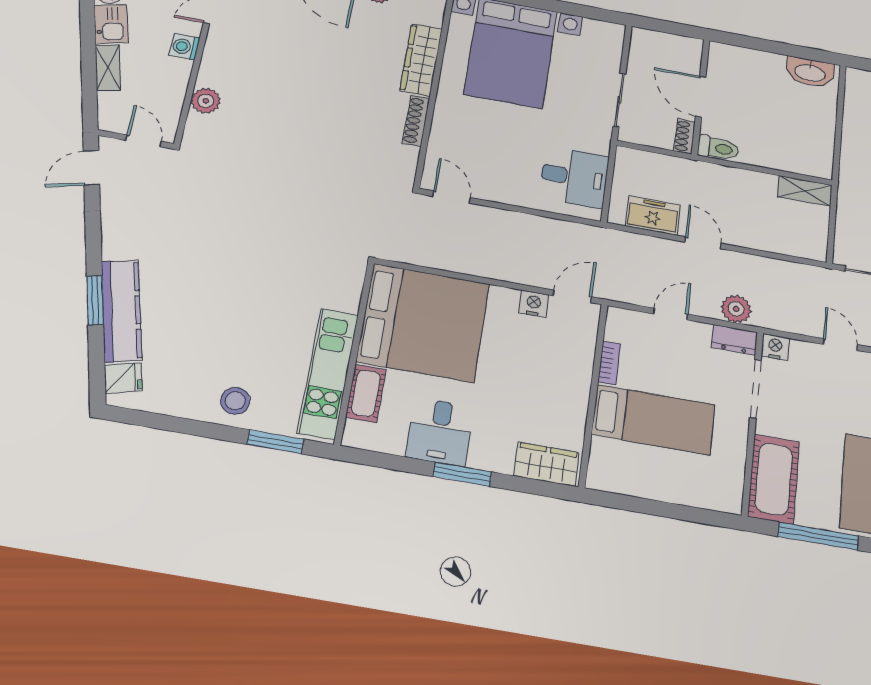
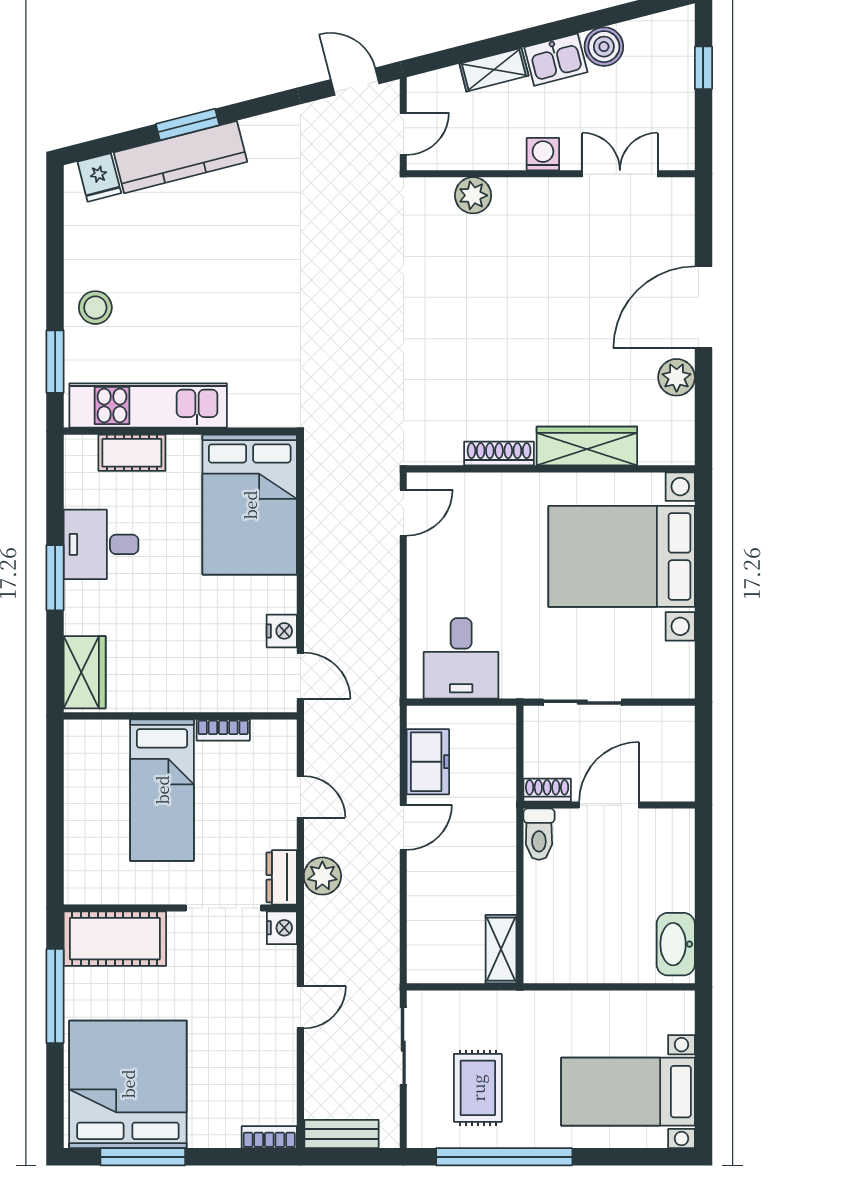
bed: (423, 322) -> (250, 505), width x0.73

